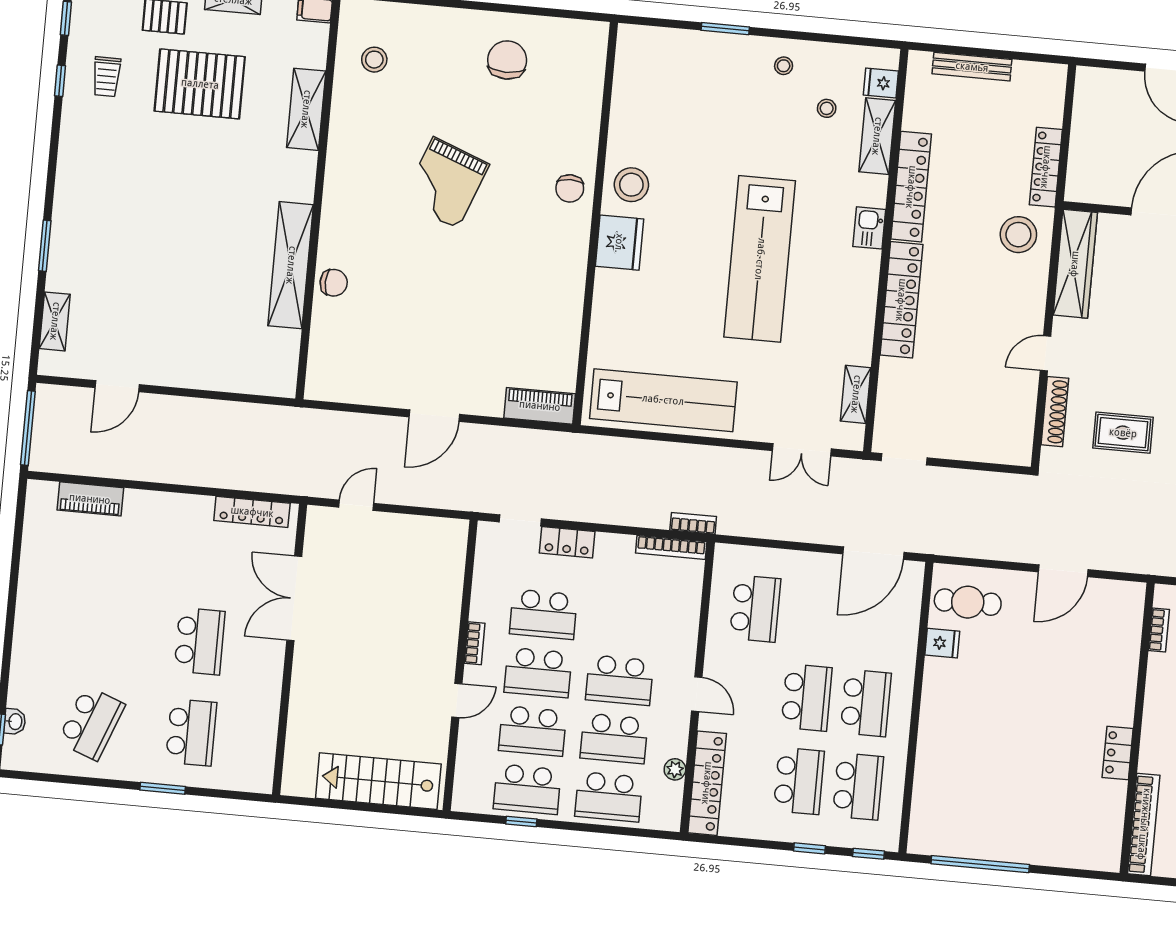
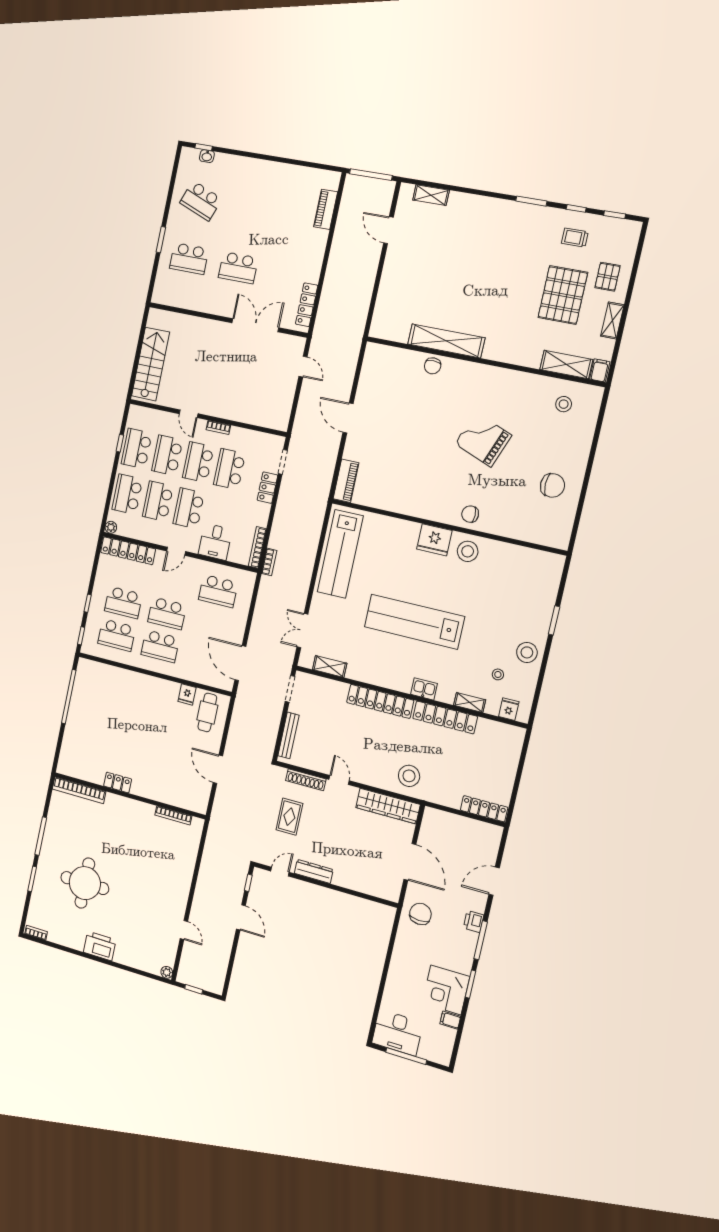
stool: (784, 66) -> (527, 652), width x1.89, depth x1.89
bench: (972, 67) -> (289, 735), moved
shelving: (306, 109) -> (566, 365), moved
shelving: (877, 136) -> (470, 702), width x0.67, depth x0.75
locker: (1046, 167) -> (484, 809), moved
window: (45, 246) -> (531, 201), moved
desk: (671, 624) -> (215, 542), added
bookcase: (1159, 630) -> (173, 815), width x1.56
plant: (675, 769) -> (111, 527), moved

